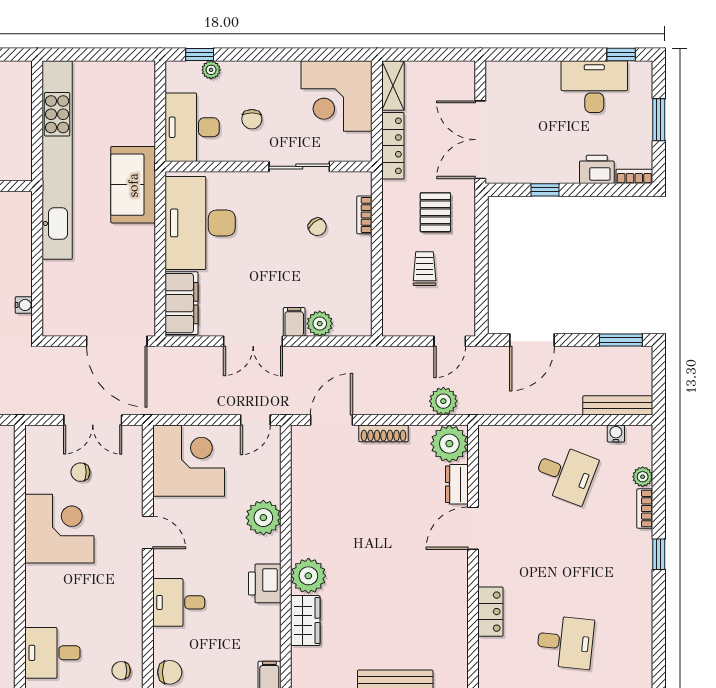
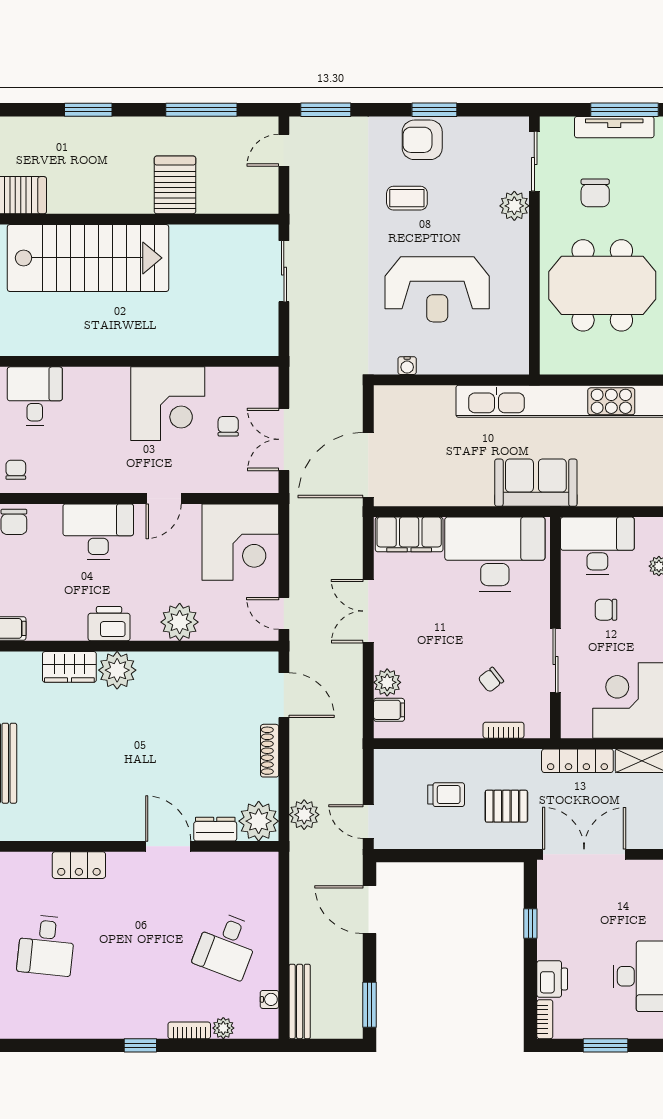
filing cabinet: (294, 322) -> (389, 710), moved
desk: (179, 602) -> (98, 531), width x1.37

